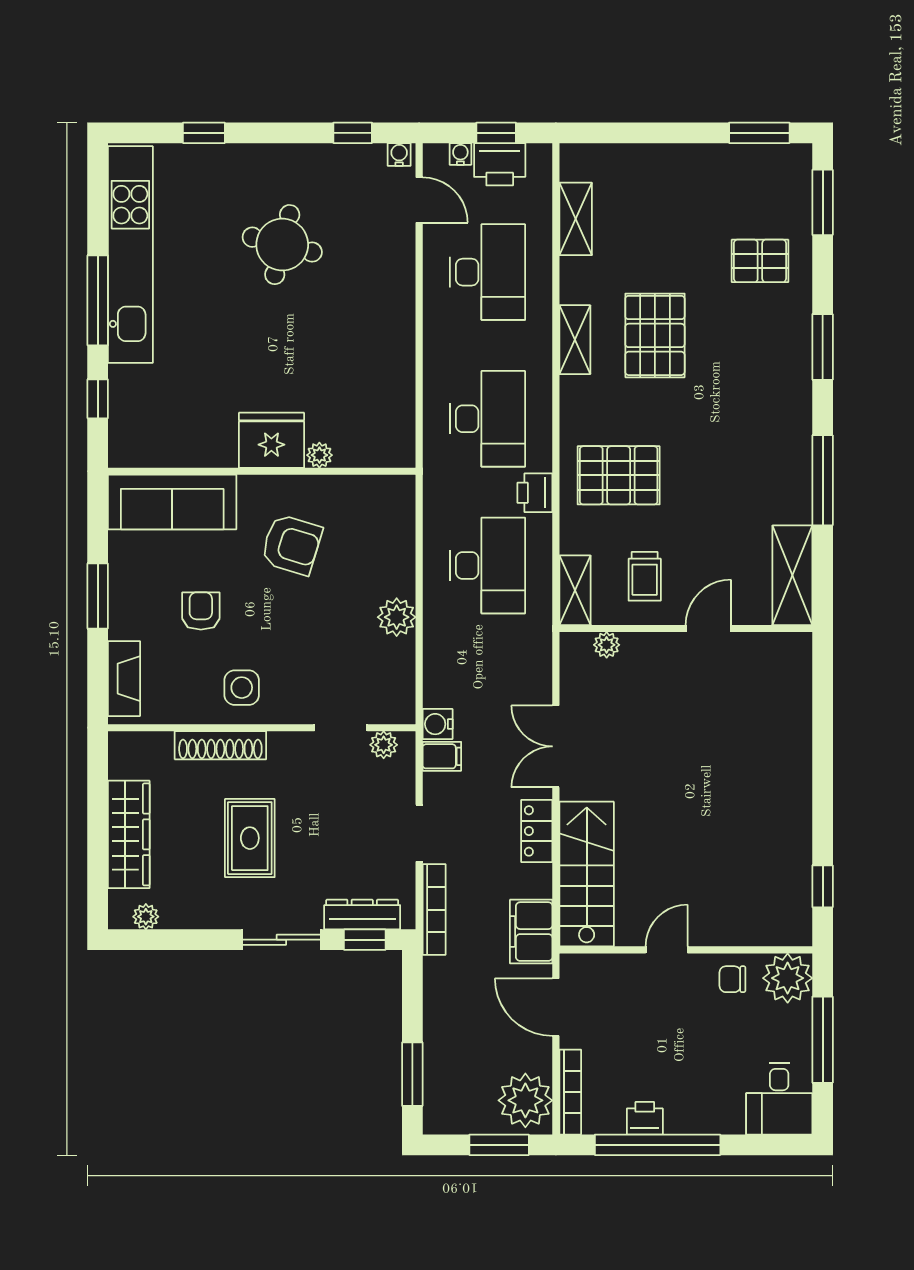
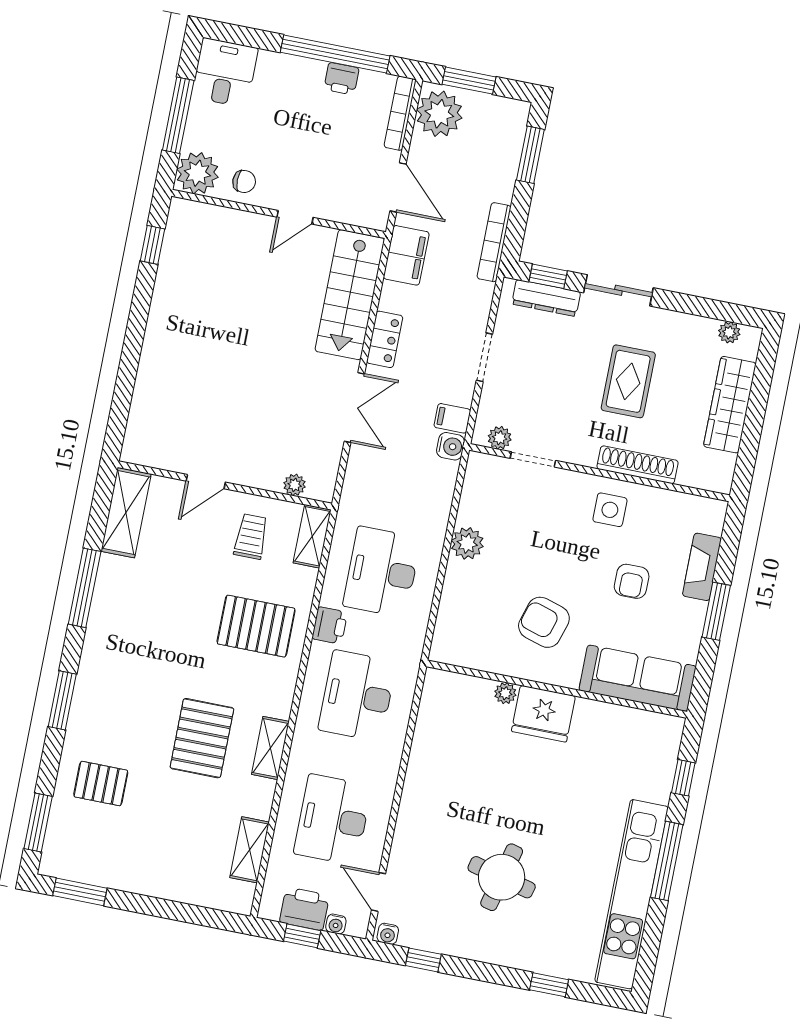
fireplace: (124, 679) -> (702, 567), moved
bookcase: (434, 910) -> (494, 242), moved

